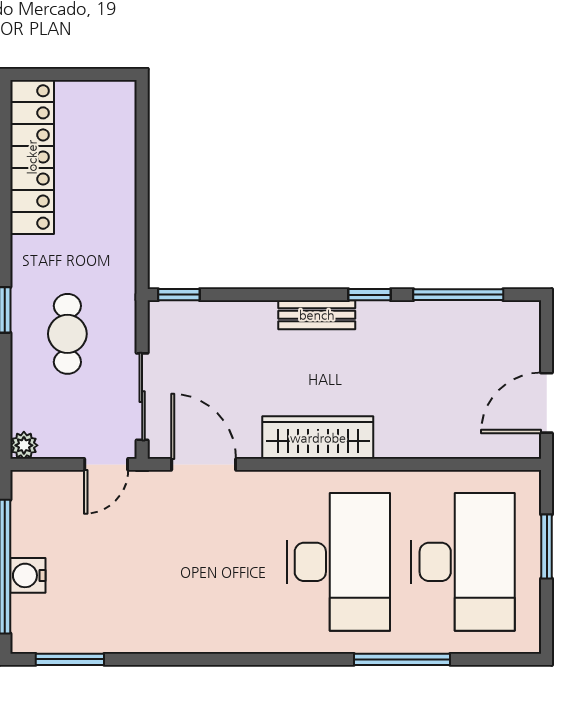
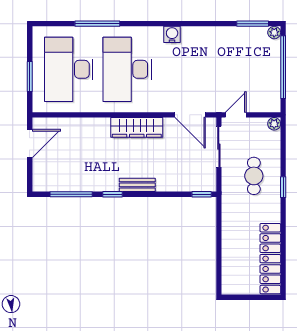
water cooler: (28, 575) -> (172, 34), moved, turned -90
plant: (24, 640) -> (274, 33), added

